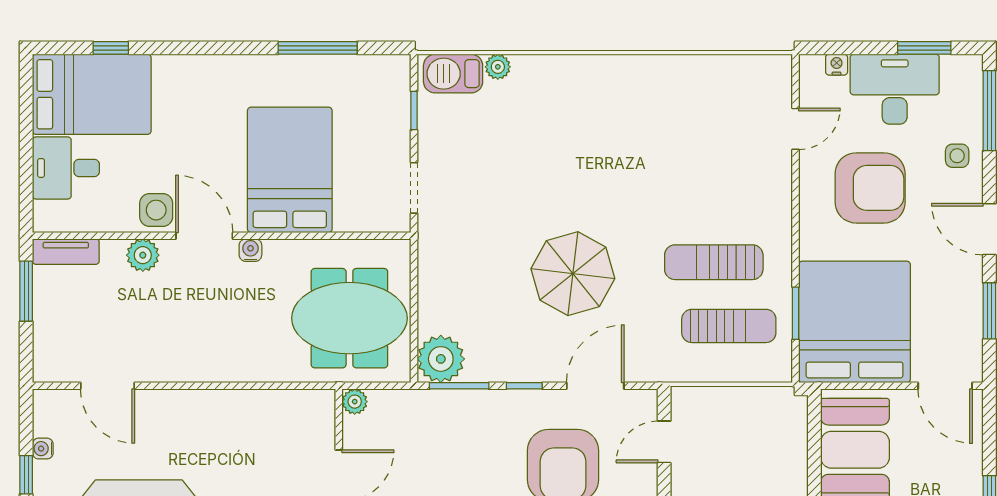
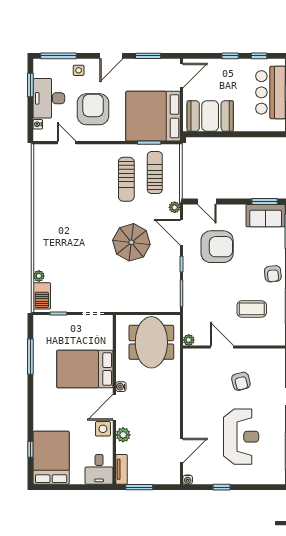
desk: (66, 168) -> (99, 469), moved
plant: (441, 359) -> (175, 207), moved, width x0.53, depth x0.53
water cooler: (43, 449) -> (188, 480), moved

